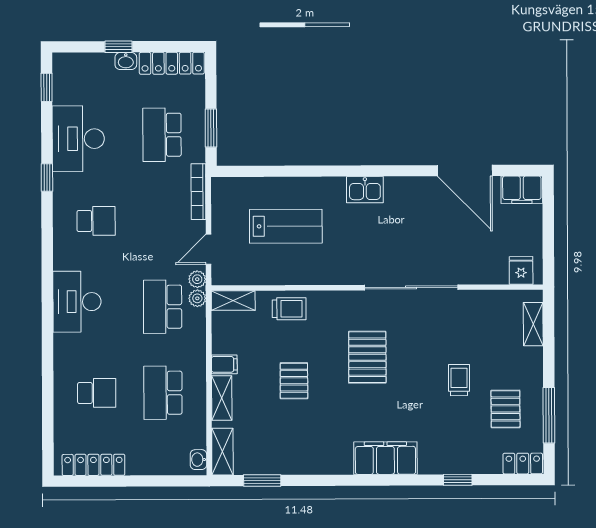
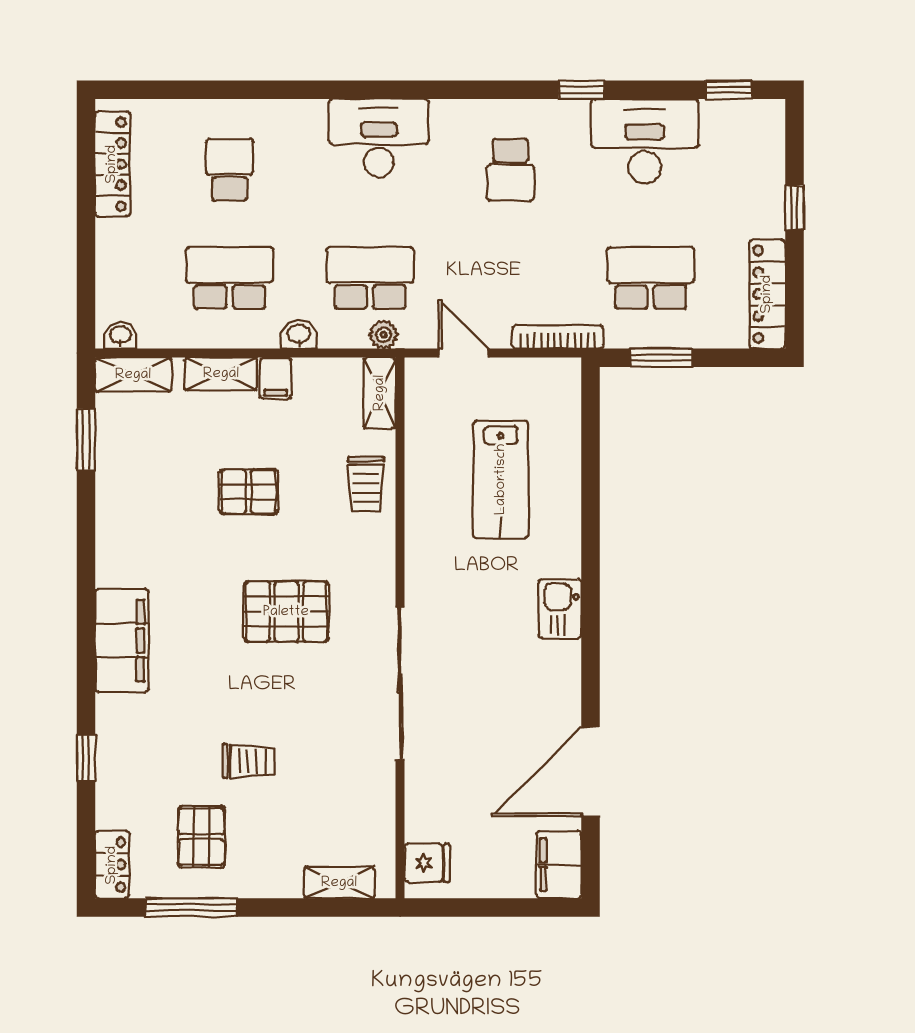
washbasin: (126, 61) -> (299, 335), moved, turned 90
plant: (197, 279) -> (415, 335), removed
school desk: (97, 393) -> (230, 170), turned 180
pallet: (506, 409) -> (201, 837), turned 90

